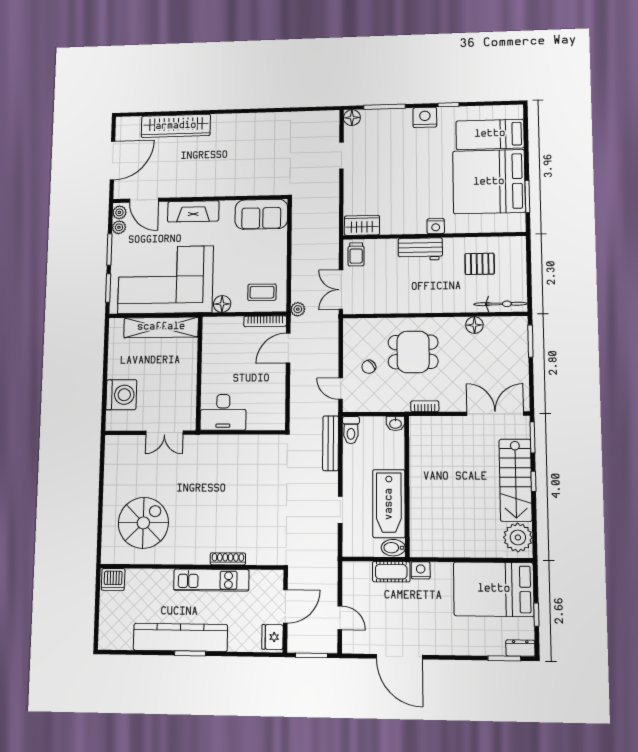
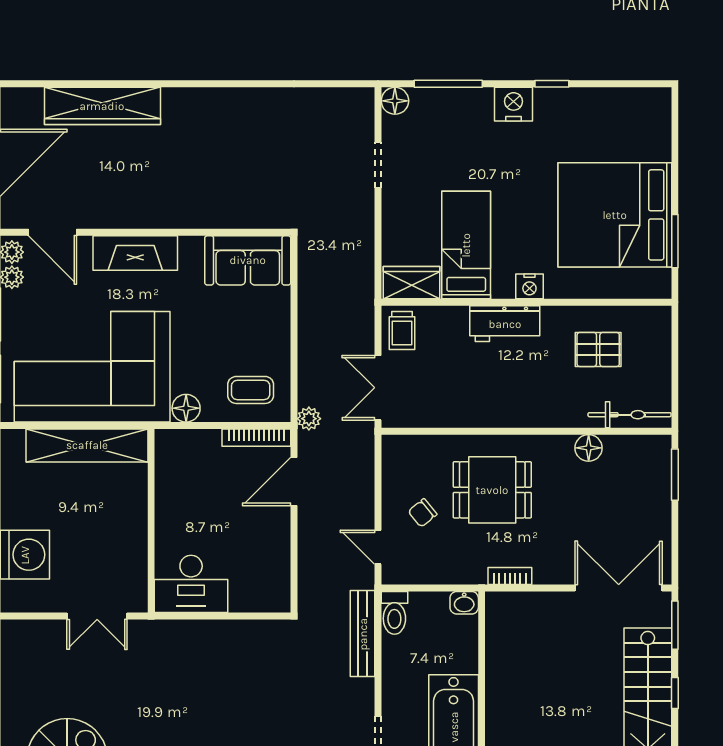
bed: (490, 134) -> (466, 245), moved, turned 90

